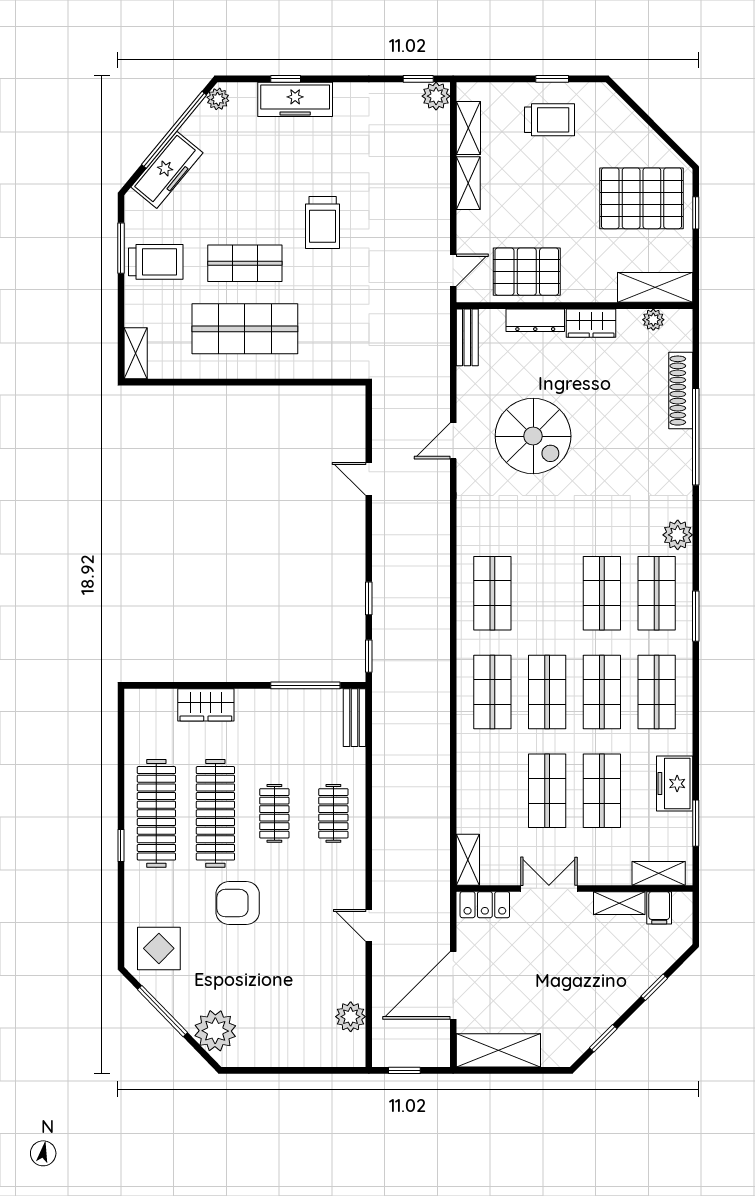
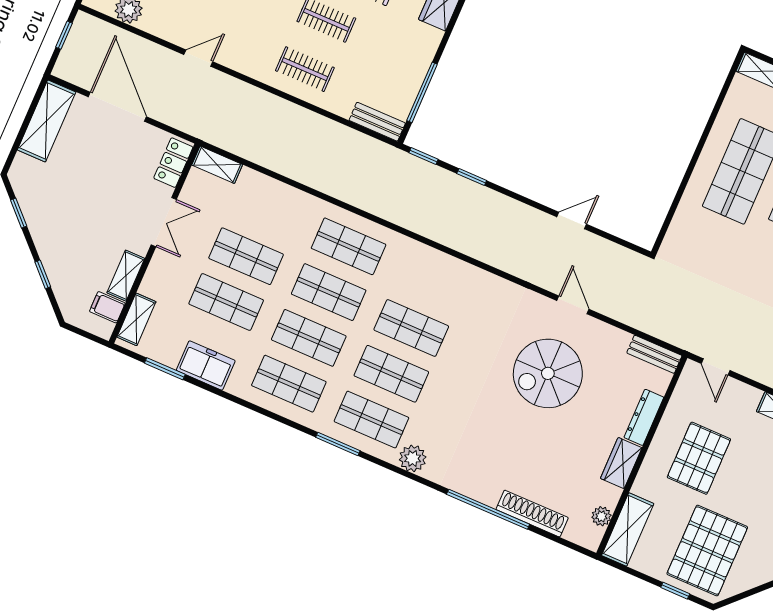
pallet: (527, 272) -> (699, 458), moved
shop shelf: (492, 593) -> (411, 328), moved

